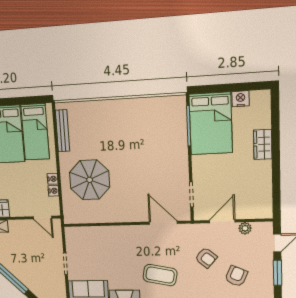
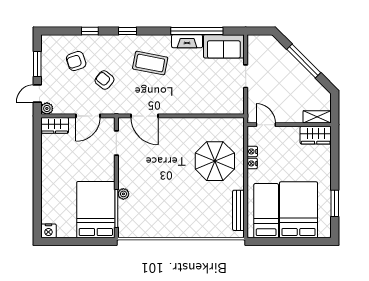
nightstand: (241, 99) -> (48, 231), moved
plant: (182, 142) -> (123, 194), added
wardrobe: (263, 144) -> (55, 125), moved, turned 90
plant: (245, 228) -> (47, 108), moved
armchair: (236, 276) -> (76, 61), turned 47

